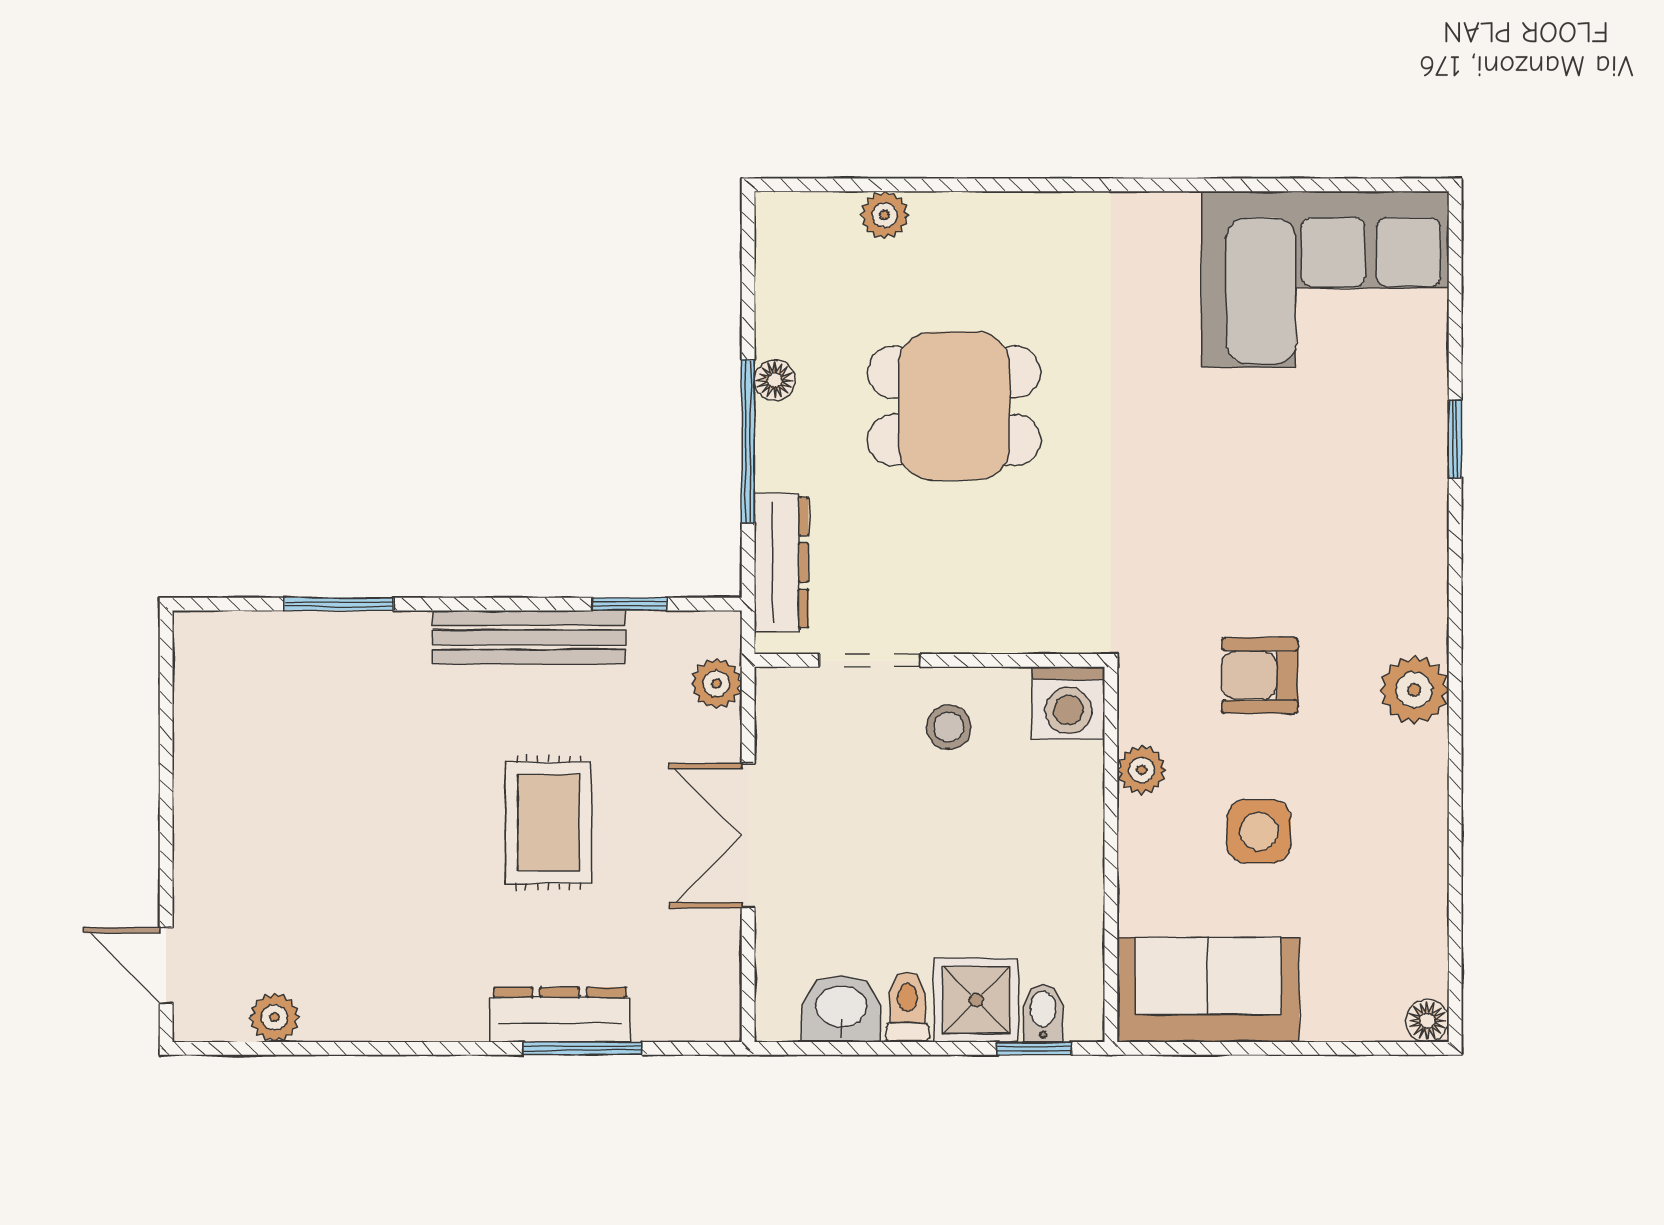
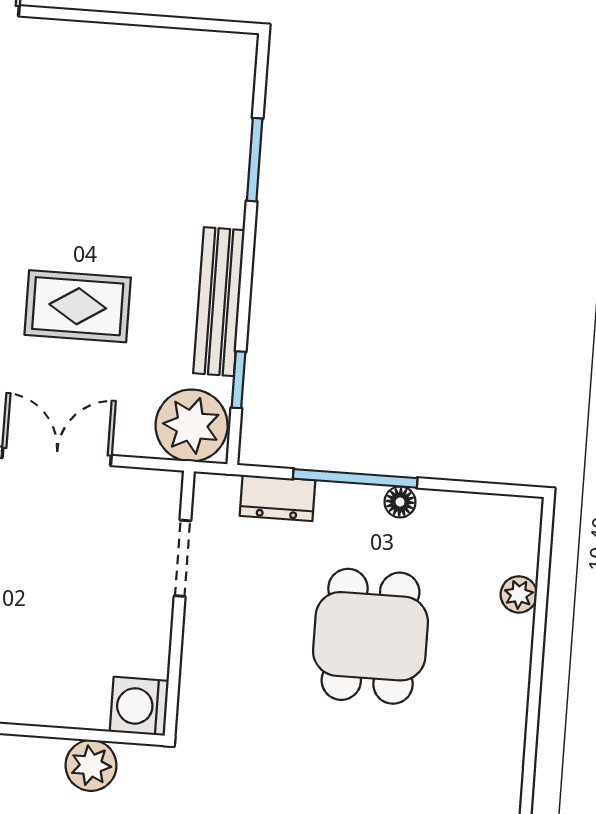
dresser: (781, 562) -> (278, 498), width x0.70
plant: (716, 684) -> (192, 425), width x1.87, depth x1.87
stool: (949, 727) -> (128, 614), removed
plant: (1142, 770) -> (91, 765), width x1.38, depth x1.38

